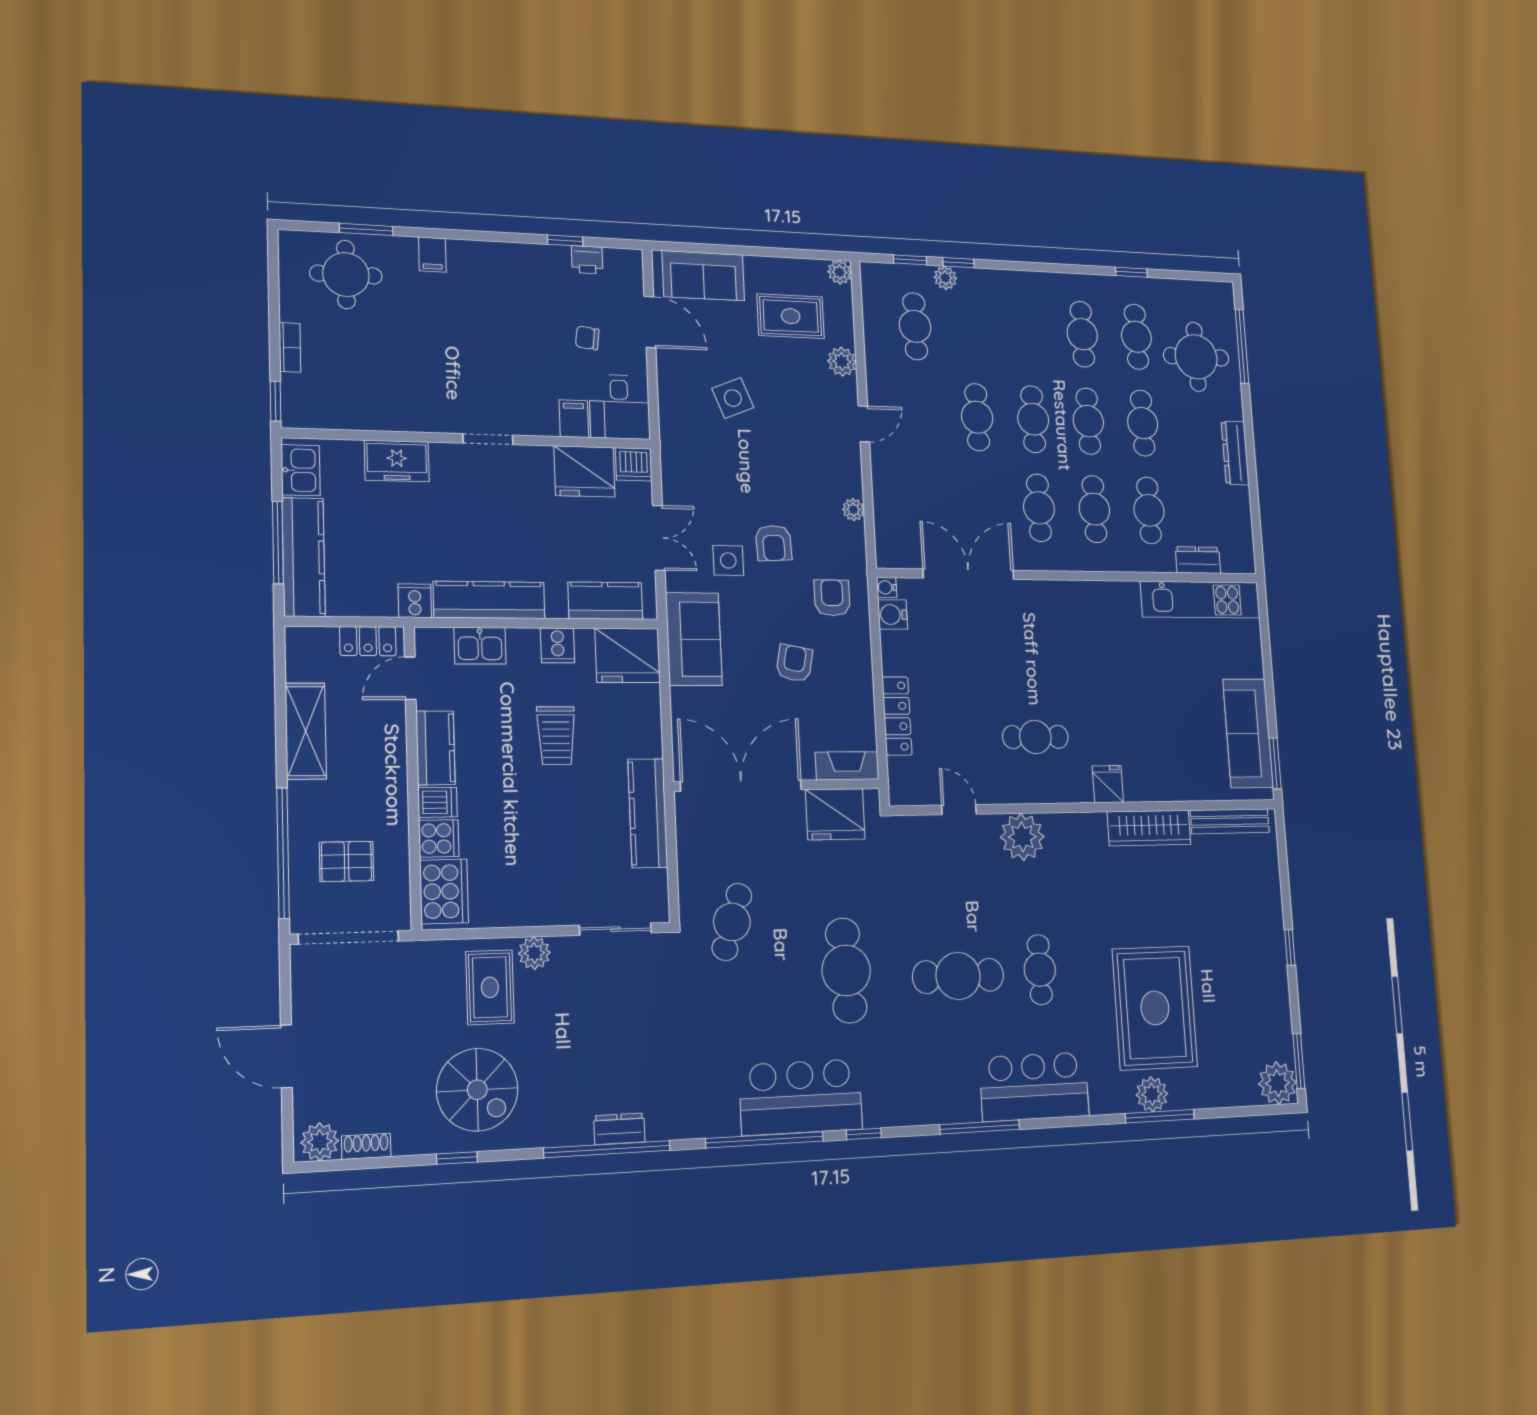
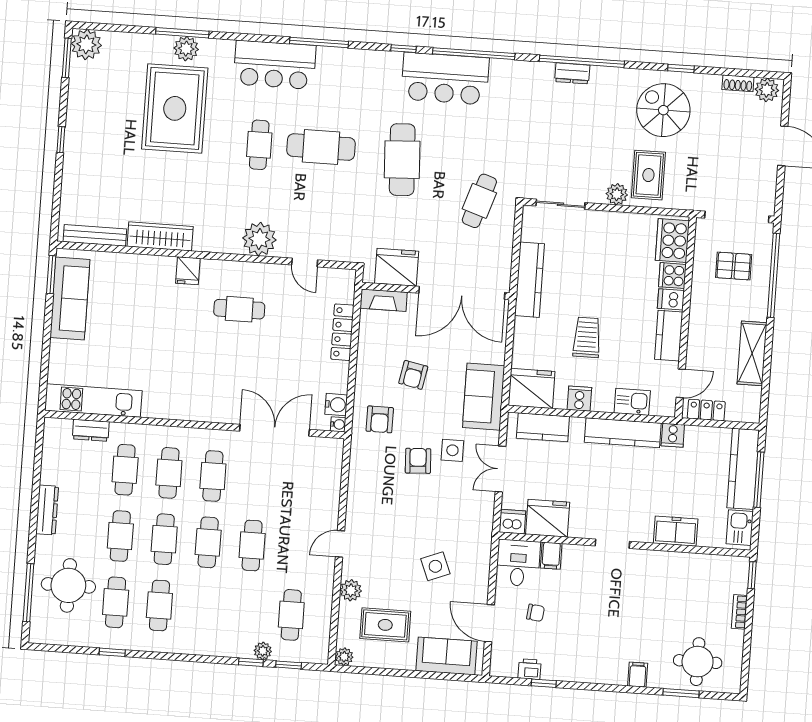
plant: (853, 510) -> (356, 482), removed
double door: (968, 574) -> (275, 430), swing flipped

